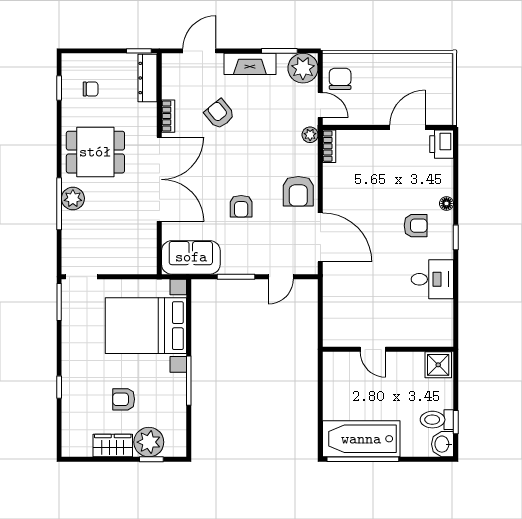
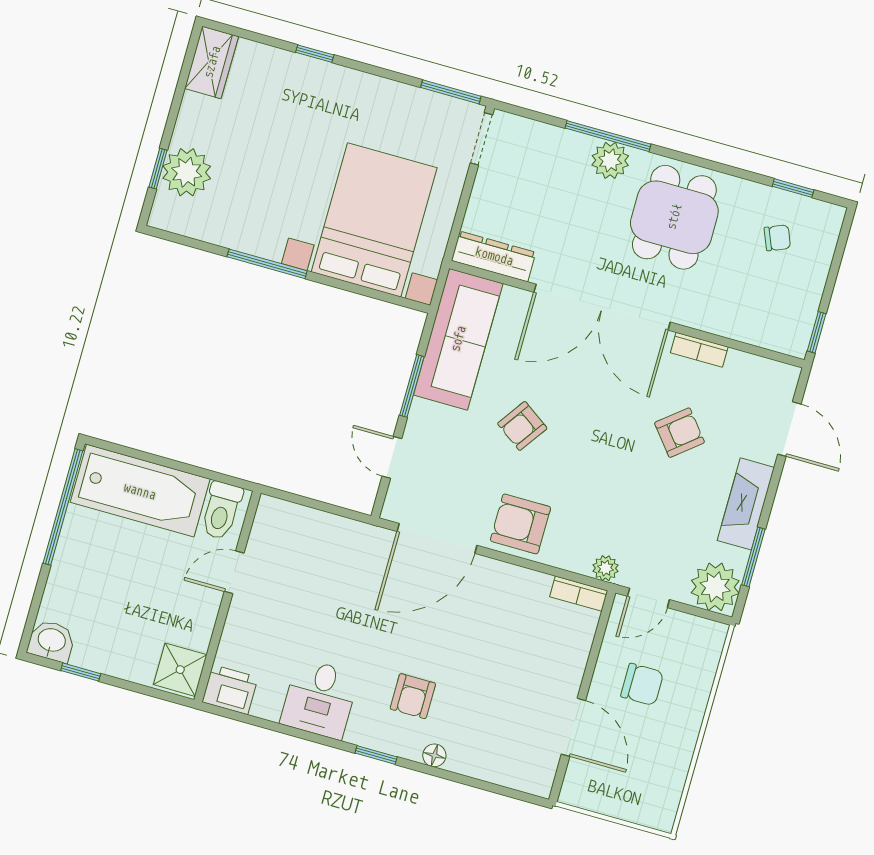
dresser: (148, 78) -> (494, 256), moved
chair: (340, 79) -> (642, 684), moved
chair: (91, 89) -> (777, 238), turned -112
printer: (442, 144) -> (230, 690), moved
armchair: (241, 206) -> (522, 426), turned -55
sofa: (191, 257) -> (458, 339), width x1.36
armchair: (124, 399) -> (266, 151), removed
toilet: (437, 420) -> (221, 511), moved, turned 180
bathtub: (361, 439) -> (140, 491), moved, turned 90
wardrobe: (113, 446) -> (212, 62), moved

